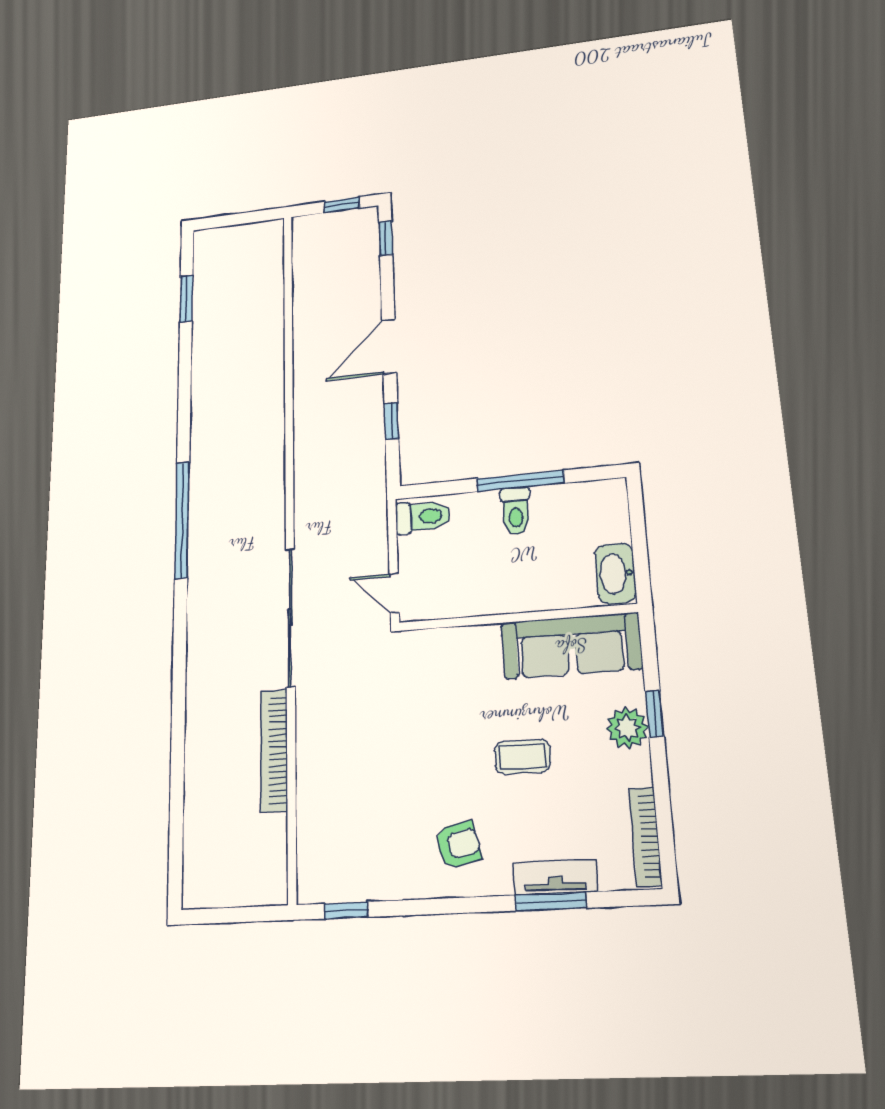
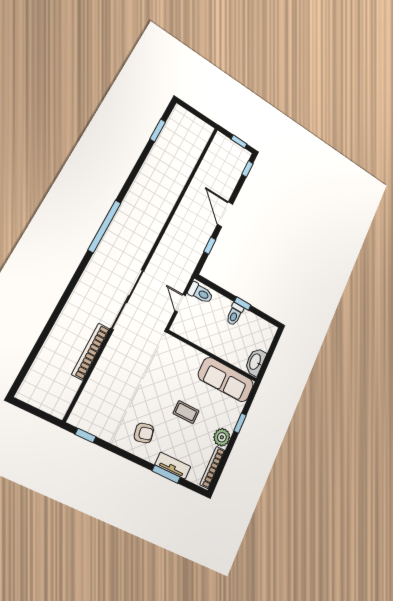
door: (389, 346) -> (225, 214), hinge flipped
window: (520, 481) -> (243, 304), width x0.46
door: (394, 593) -> (180, 303), moved
plant: (627, 728) -> (222, 437), moved

